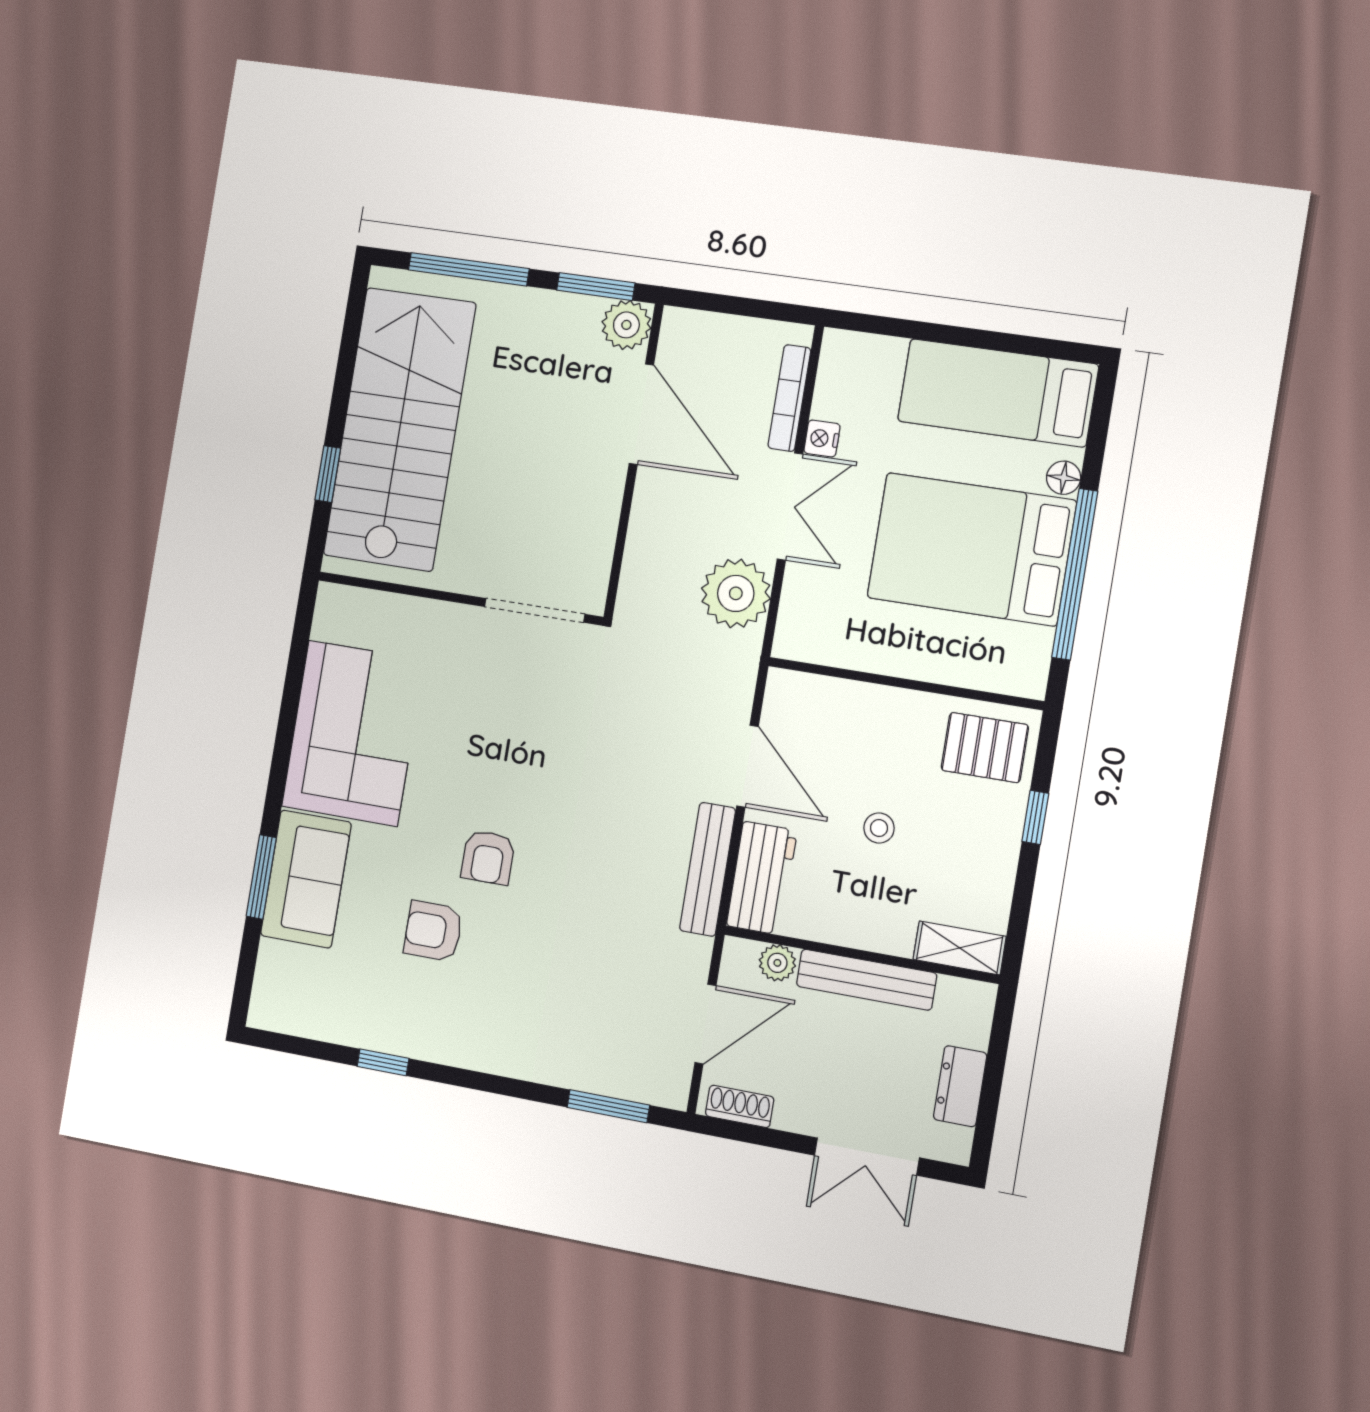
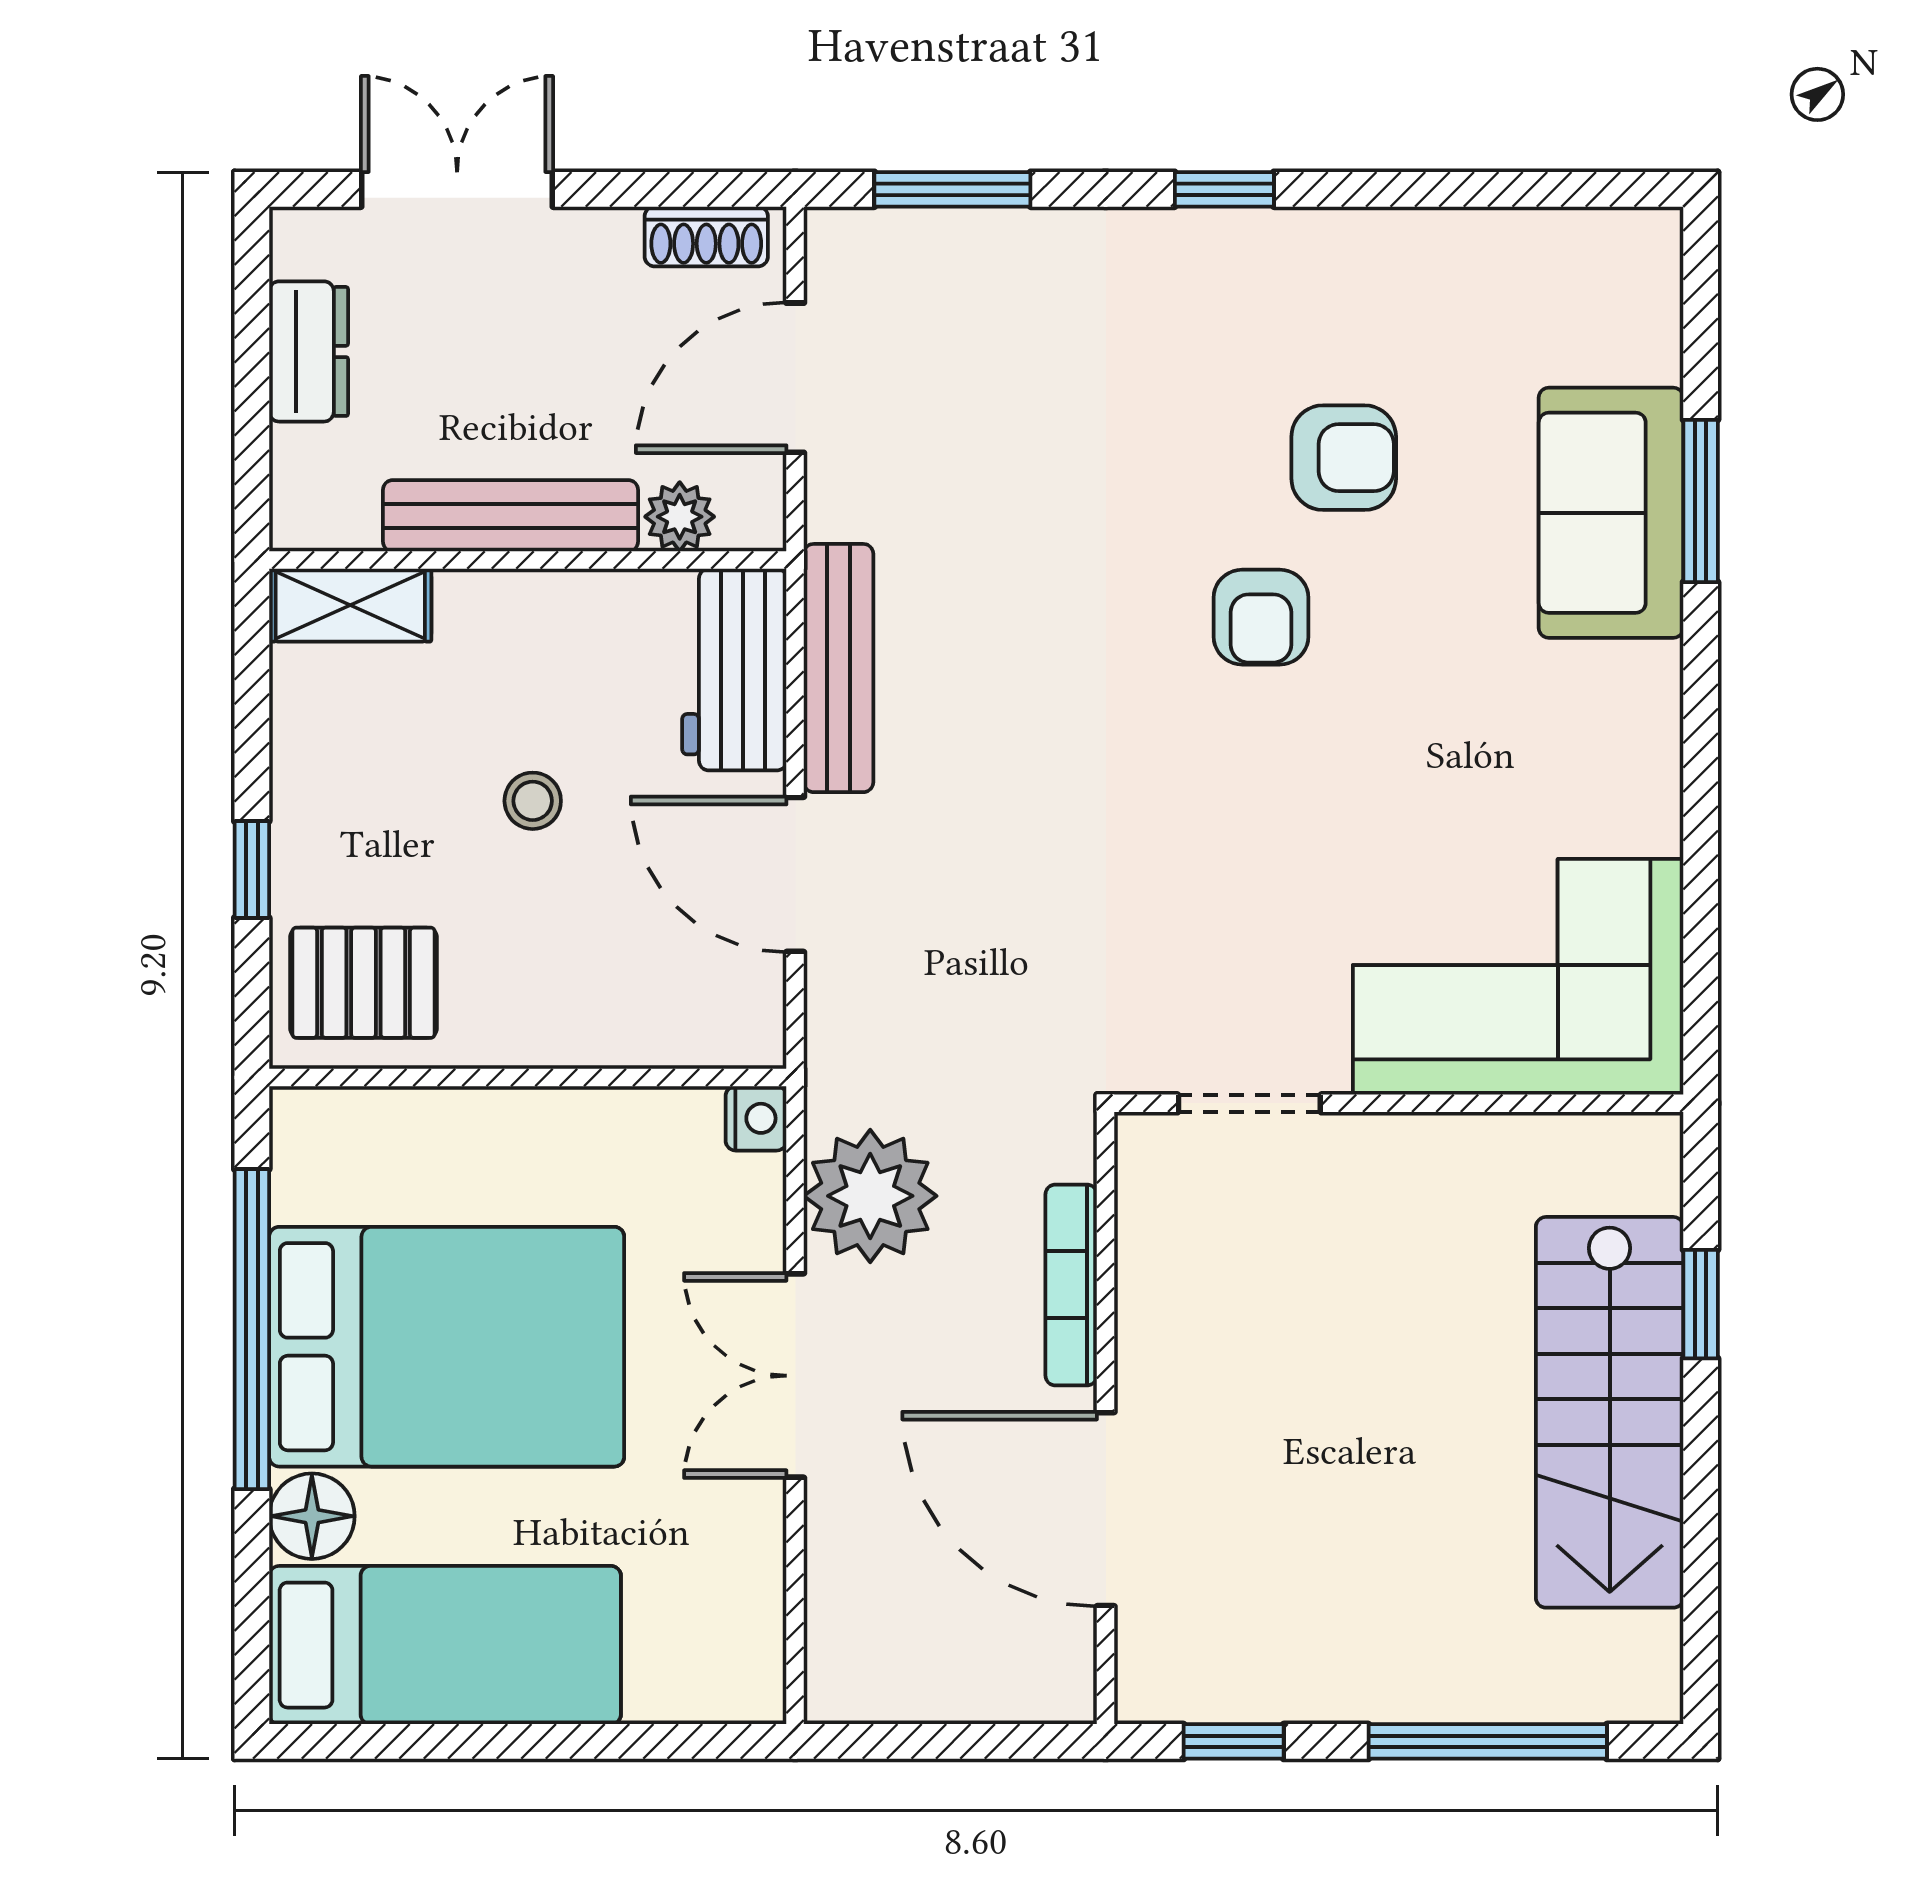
window: (596, 287) -> (1234, 1741), width x0.67
plant: (626, 325) -> (1162, 1676), removed
bookcase: (789, 398) -> (1071, 1285), moved, turned 180
stairs: (400, 429) -> (1610, 1412), width x0.73, depth x0.66
nightstand: (822, 439) -> (756, 1118), moved
floor lamp: (1064, 478) -> (312, 1516), width x1.37, depth x1.37
doorway: (535, 610) -> (1249, 1103), width x0.73
corner sofa: (353, 733) -> (1518, 977), moved, turned 90
armchair: (488, 857) -> (1261, 617), turned 180
window: (383, 1062) -> (1224, 189), moved

